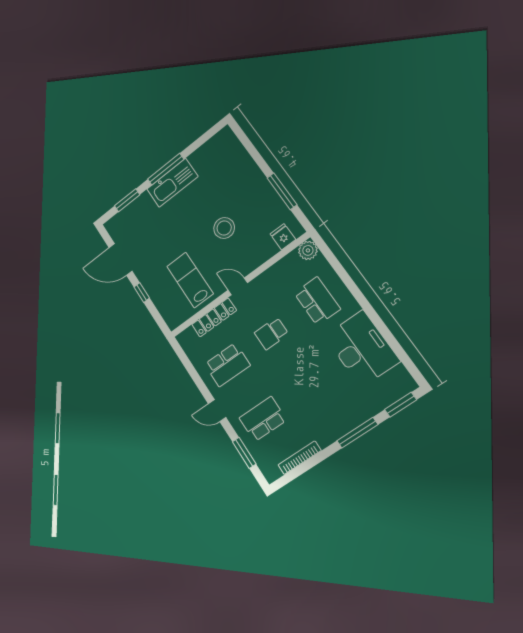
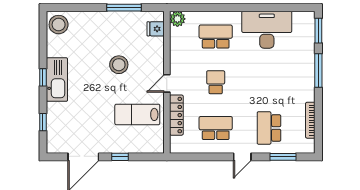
stool: (223, 145) -> (59, 25), added
window: (166, 169) -> (43, 77), width x0.46
window: (127, 200) -> (43, 122), width x0.67
school desk: (271, 333) -> (216, 82), turned 180
school desk: (227, 365) -> (216, 128), turned -90

